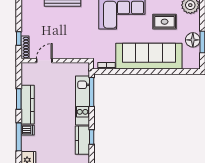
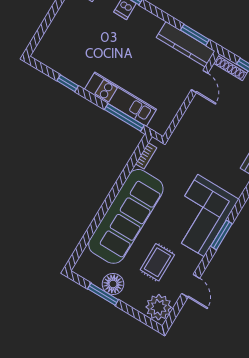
window: (19, 99) -> (195, 35), moved
kitchen counter: (28, 105) -> (186, 44), moved
kitchen counter: (82, 140) -> (71, 69), removed

